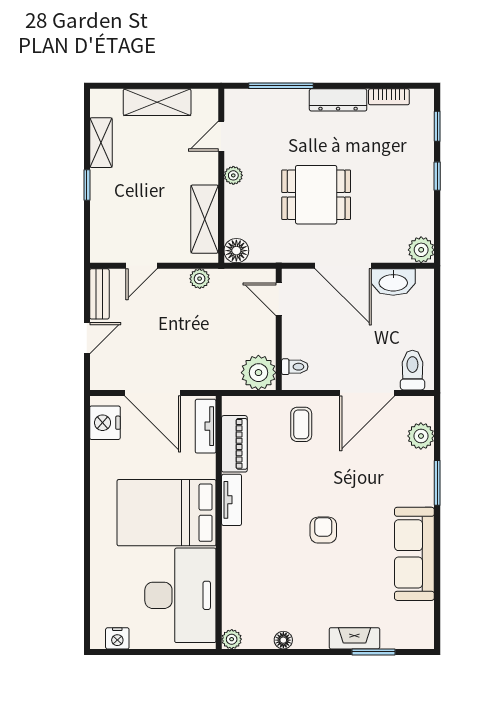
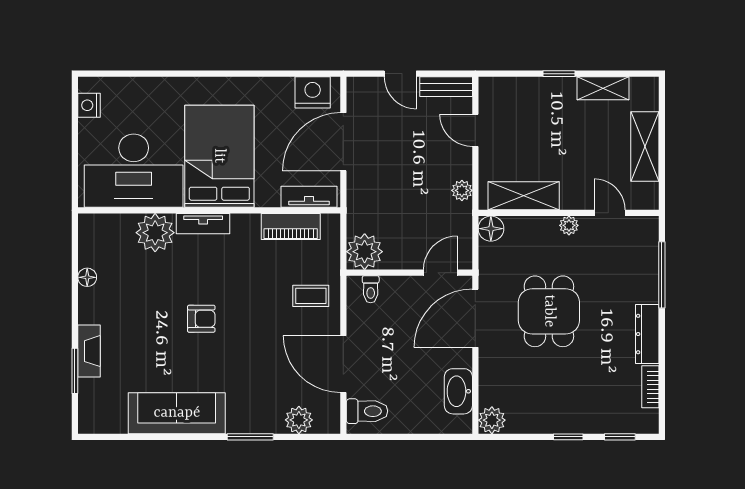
door: (343, 266) -> (475, 318), moved
tv unit: (232, 500) -> (203, 224), moved
plant: (232, 639) -> (155, 233), moved, width x1.88, depth x1.88

